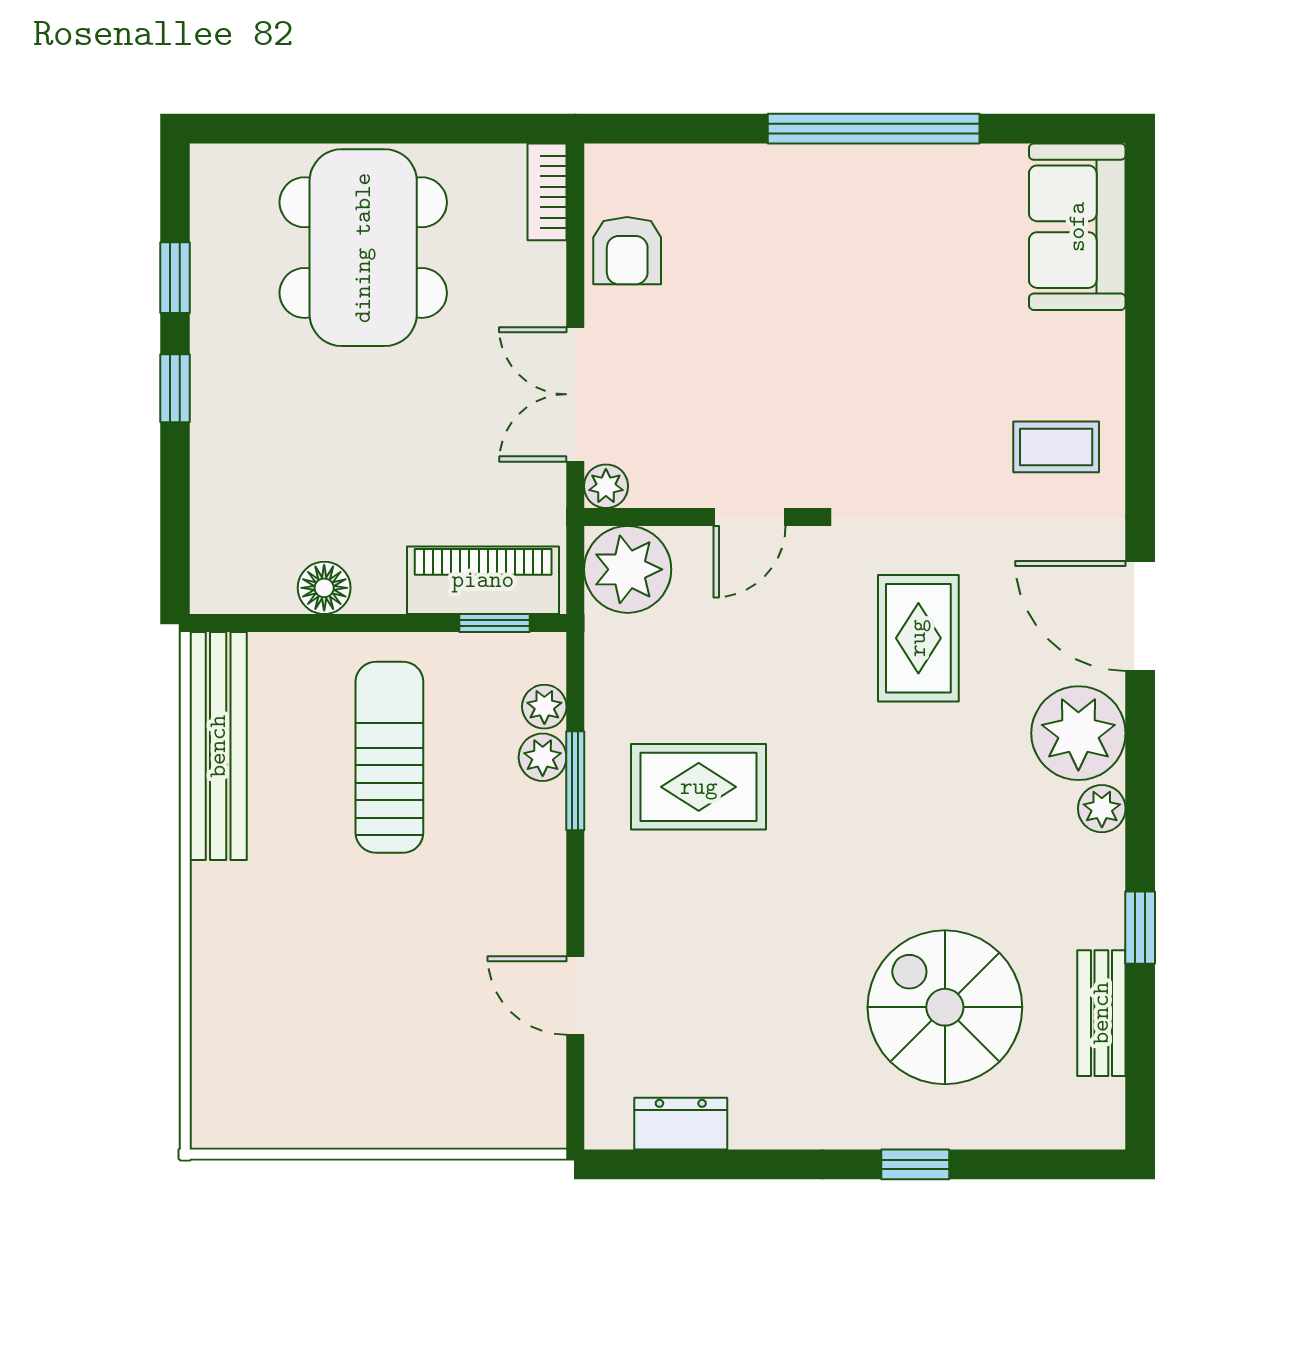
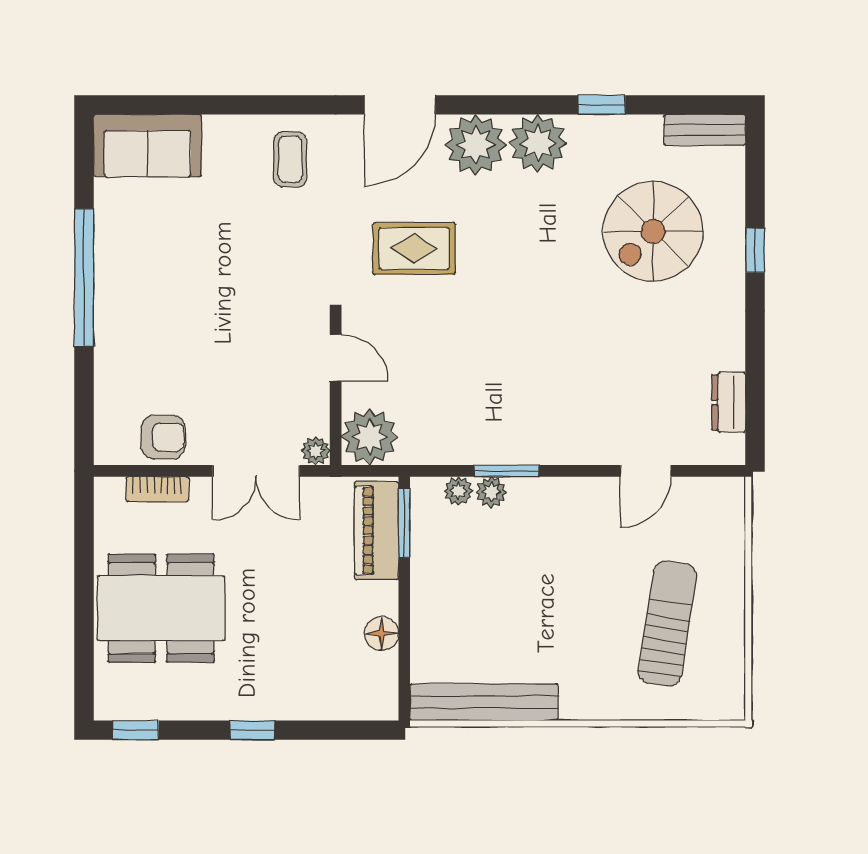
bookcase: (547, 192) -> (157, 489), moved
window: (175, 278) -> (136, 730), moved
window: (495, 623) -> (404, 523), width x1.50
sun lounger: (389, 757) -> (667, 624), moved, turned 99
rug: (699, 787) -> (510, 391), removed
plant: (1102, 809) -> (538, 143), width x1.88, depth x1.88
bench: (1101, 1013) -> (705, 130), moved

